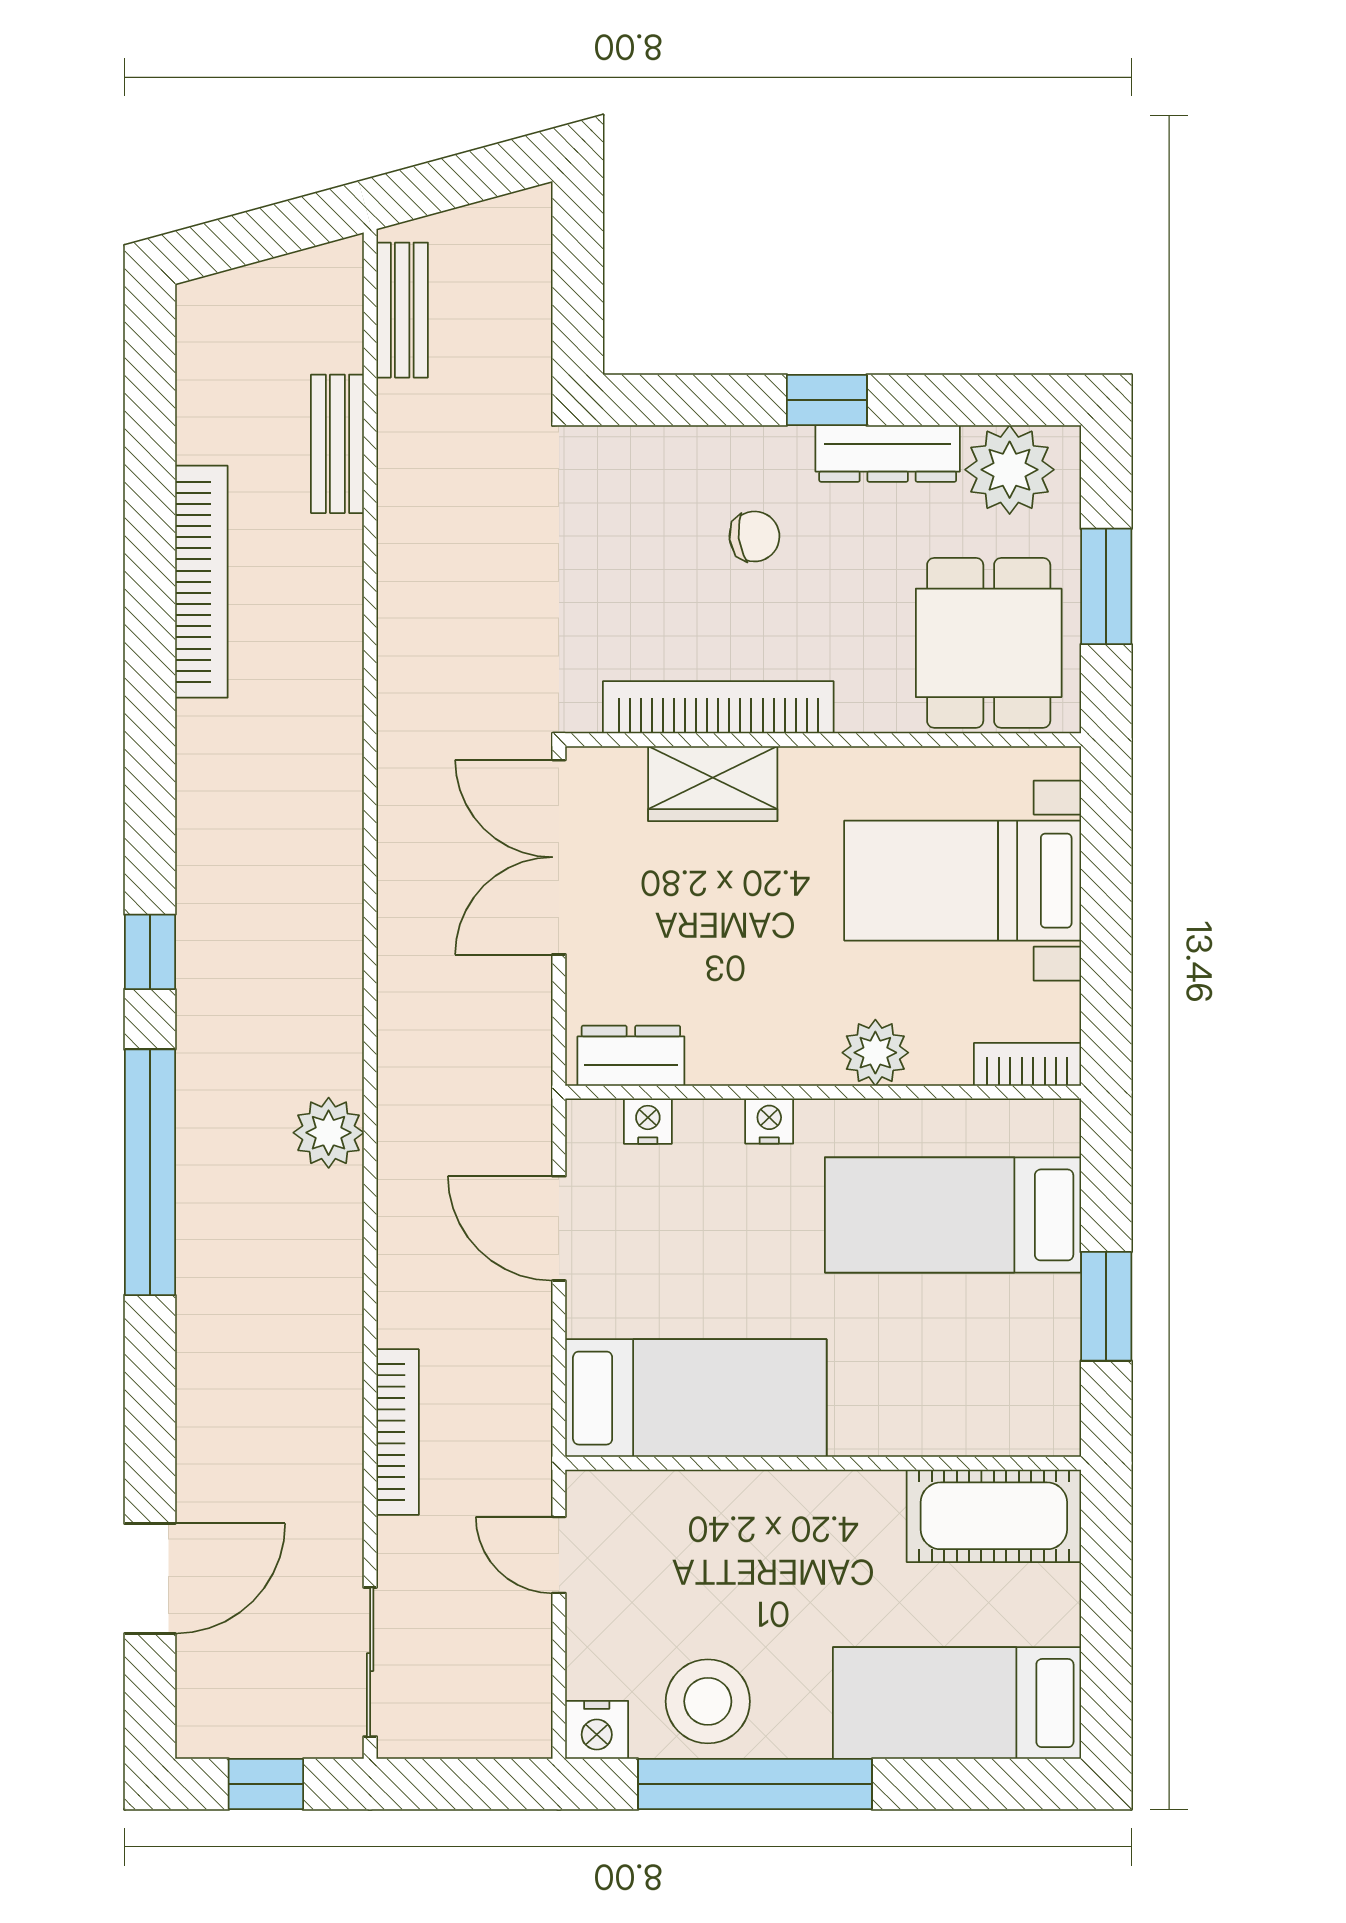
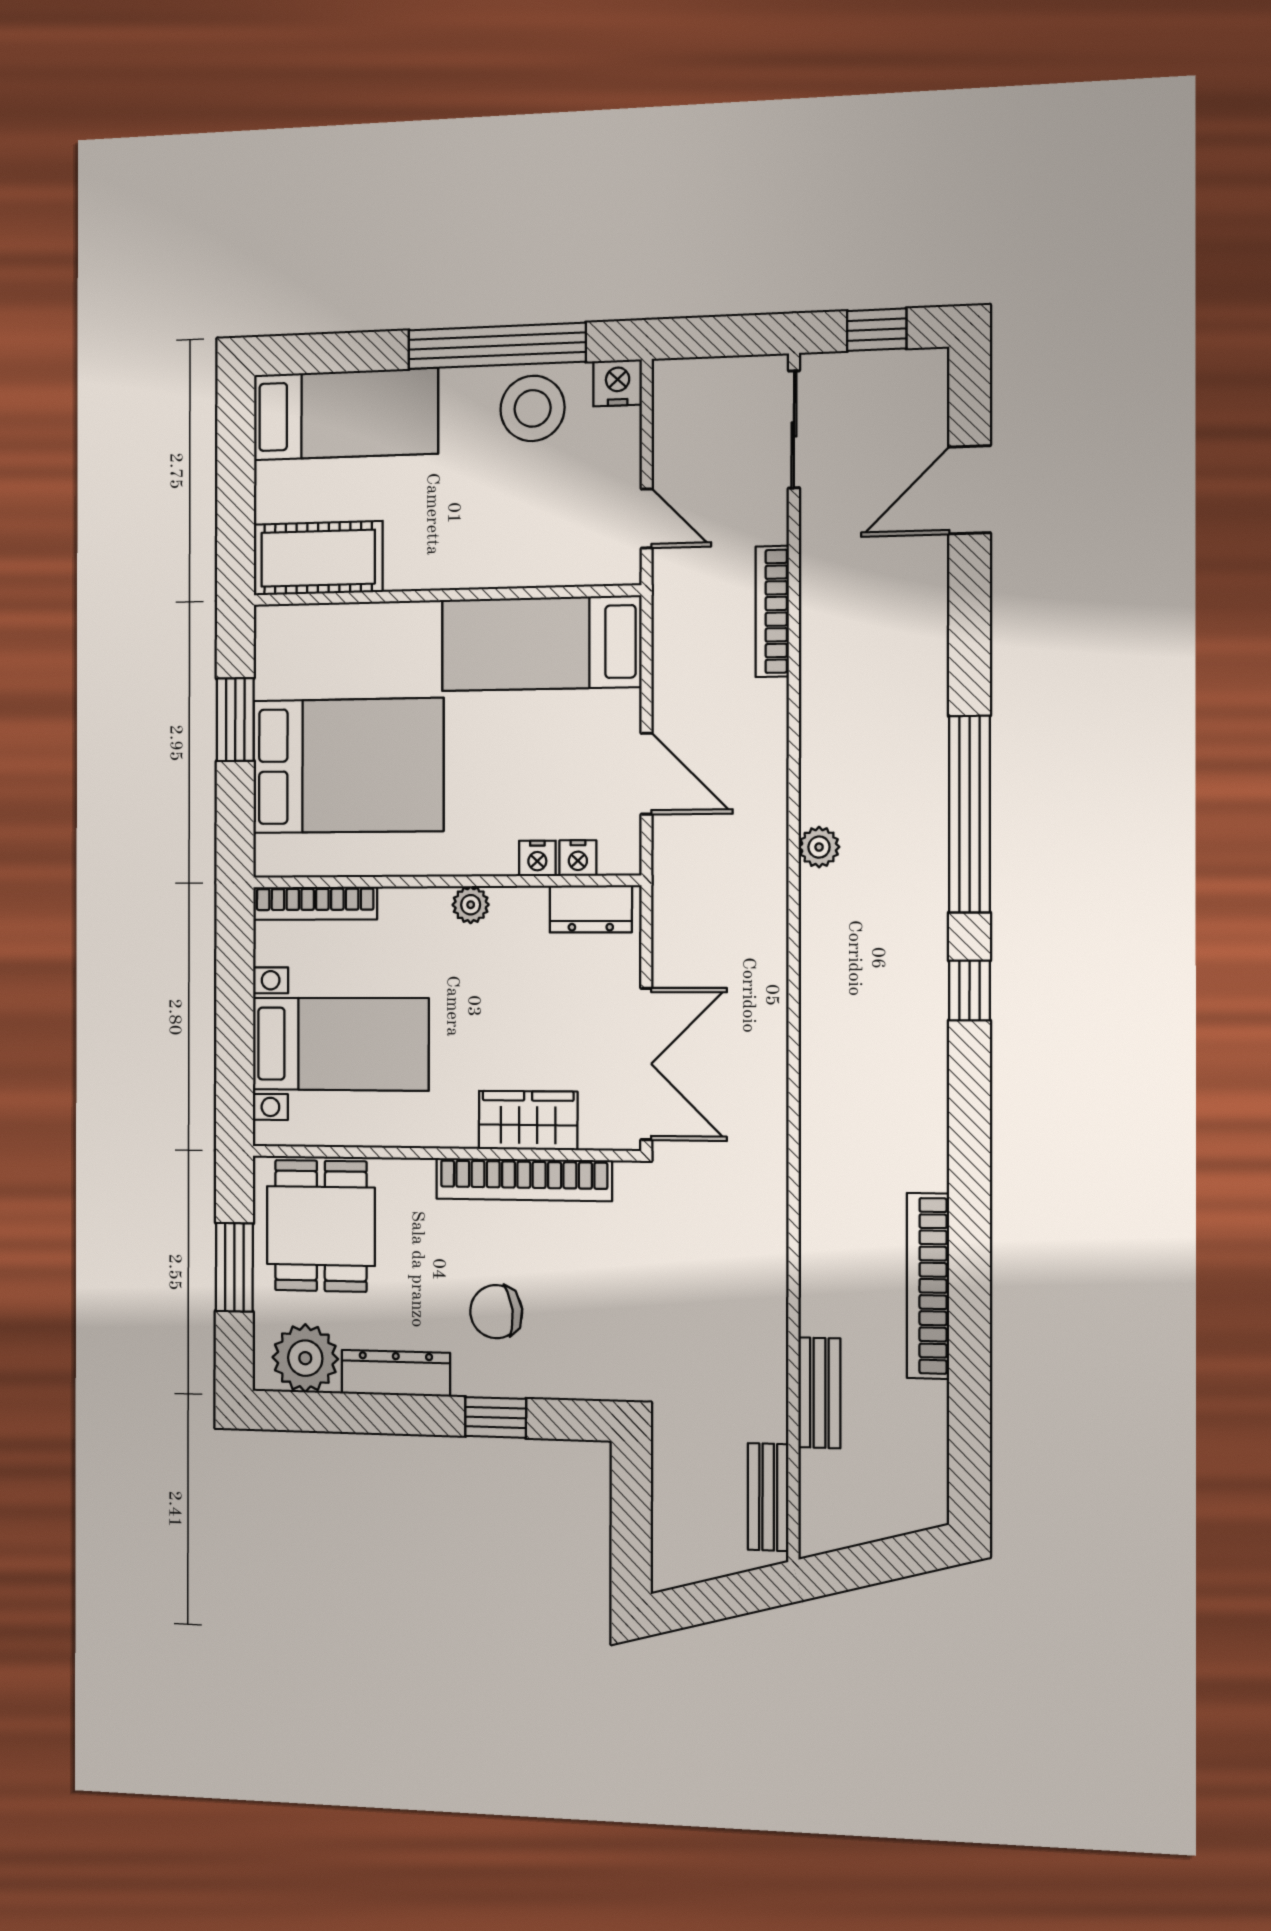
window: (827, 400) -> (496, 1417), moved
chair: (754, 536) -> (496, 1312), width x1.37, depth x1.37
plant: (875, 1053) -> (471, 905), moved, width x0.73, depth x0.73
bookcase: (1027, 1064) -> (315, 903), width x1.56
nightstand: (769, 1121) -> (537, 858), moved
plant: (329, 1133) -> (819, 847), width x0.73, depth x0.73
bed: (953, 1215) -> (348, 766), width x1.50

